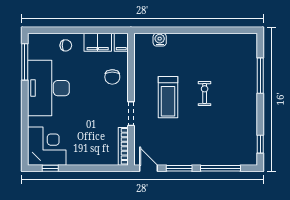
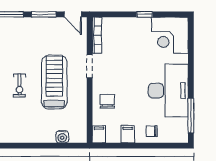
filing cabinet: (98, 42) -> (128, 134), width x0.50
treadmill: (168, 97) -> (54, 82), width x1.37, depth x1.38
window: (50, 168) -> (145, 14), moved

